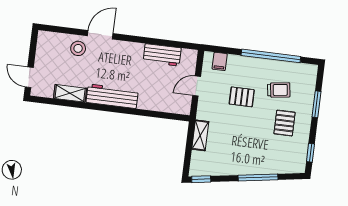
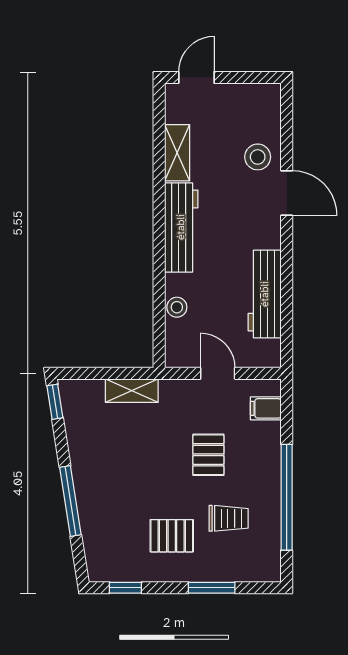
workbench: (162, 55) -> (265, 294), width x1.38
trolley: (279, 90) -> (229, 518), turned -82
stool: (157, 104) -> (177, 307), added

